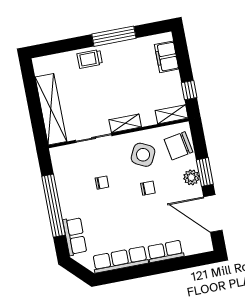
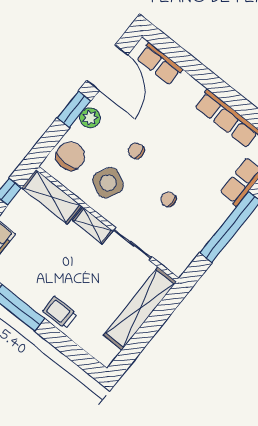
trolley: (90, 59) -> (60, 312), turned 180
shelving: (172, 114) -> (52, 197), width x1.50, depth x1.33
chair: (179, 146) -> (70, 156), turned -80
row of seats: (165, 251) -> (160, 64), moved

